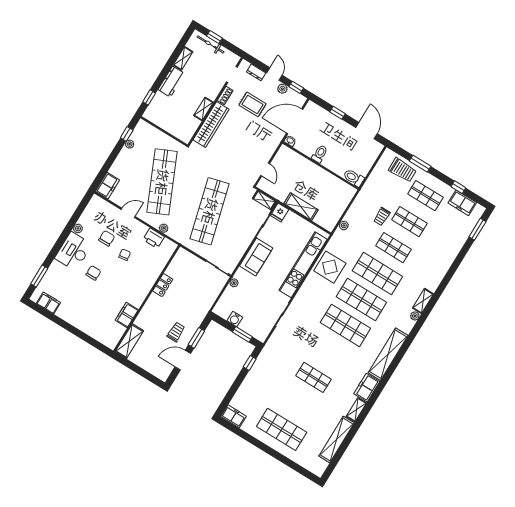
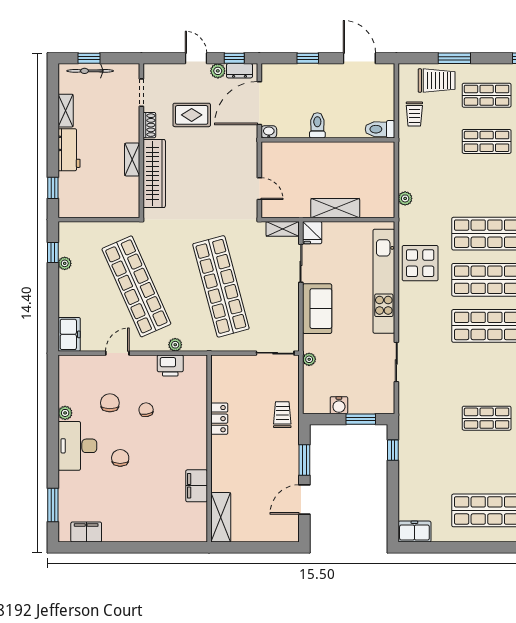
dresser: (256, 72) -> (239, 71), moved
trolley: (382, 216) -> (414, 114), moved
shop shelf: (393, 248) -> (487, 188), removed
trolley: (176, 332) -> (282, 415), moved

